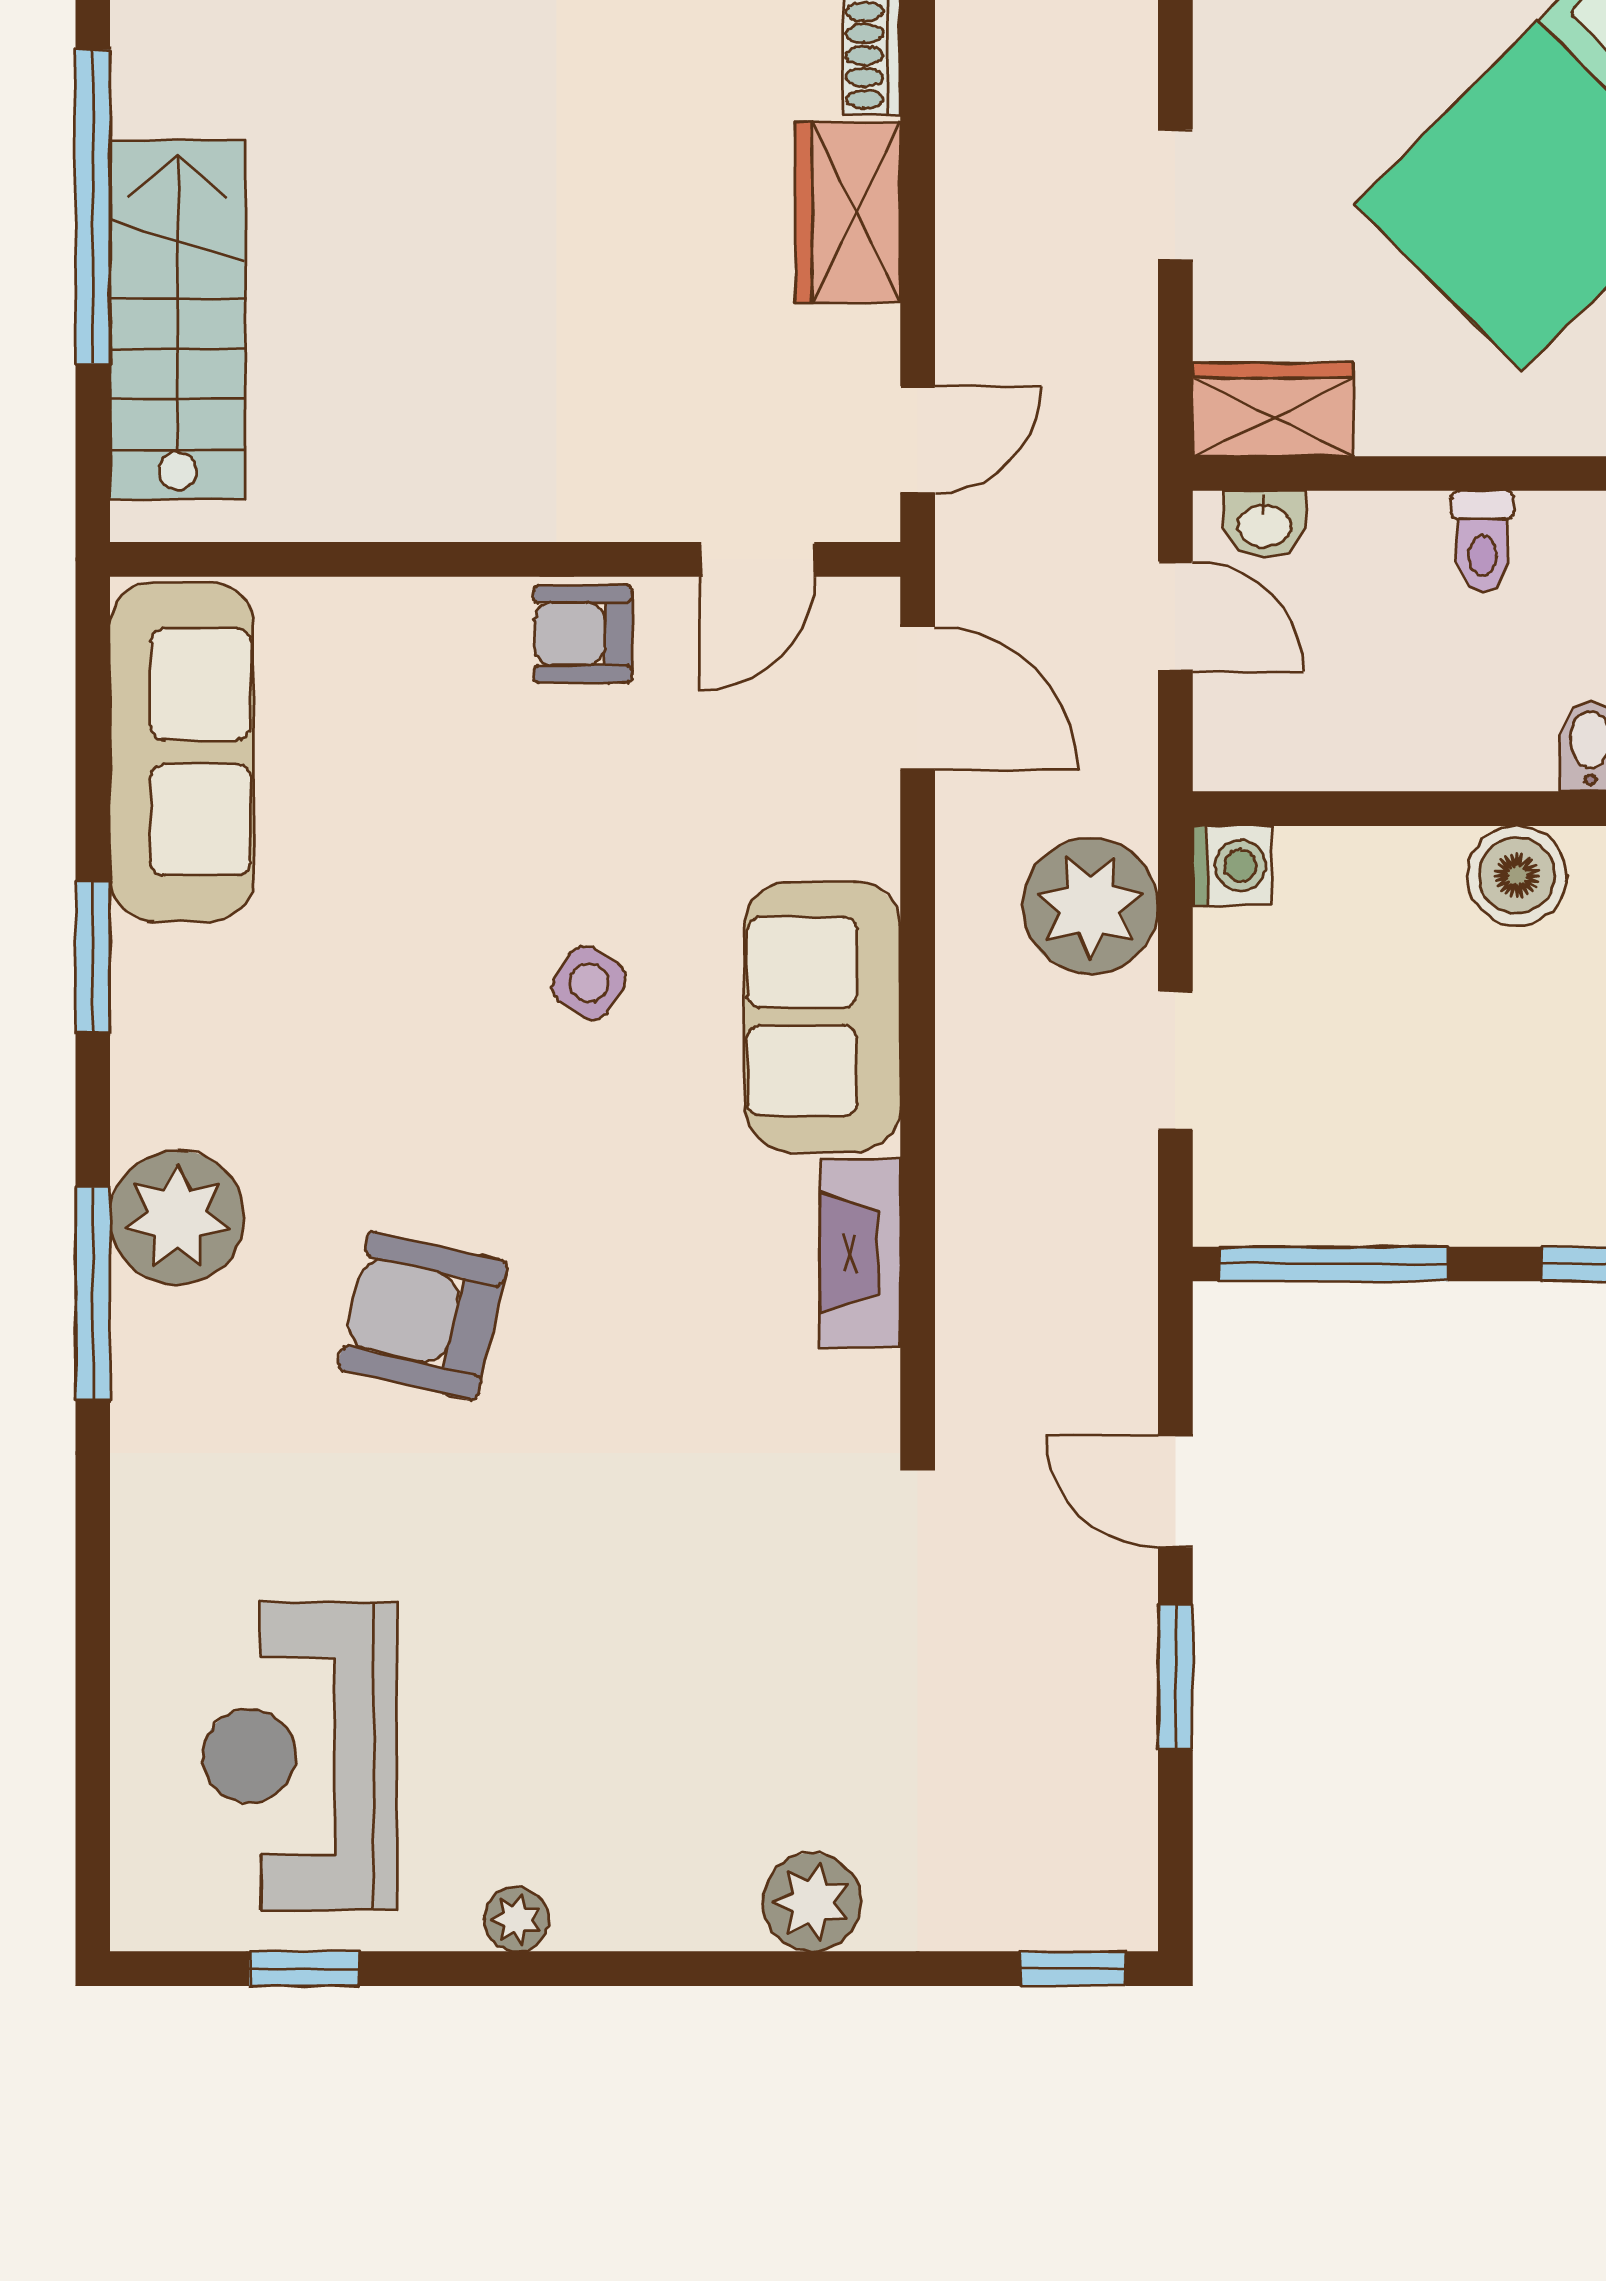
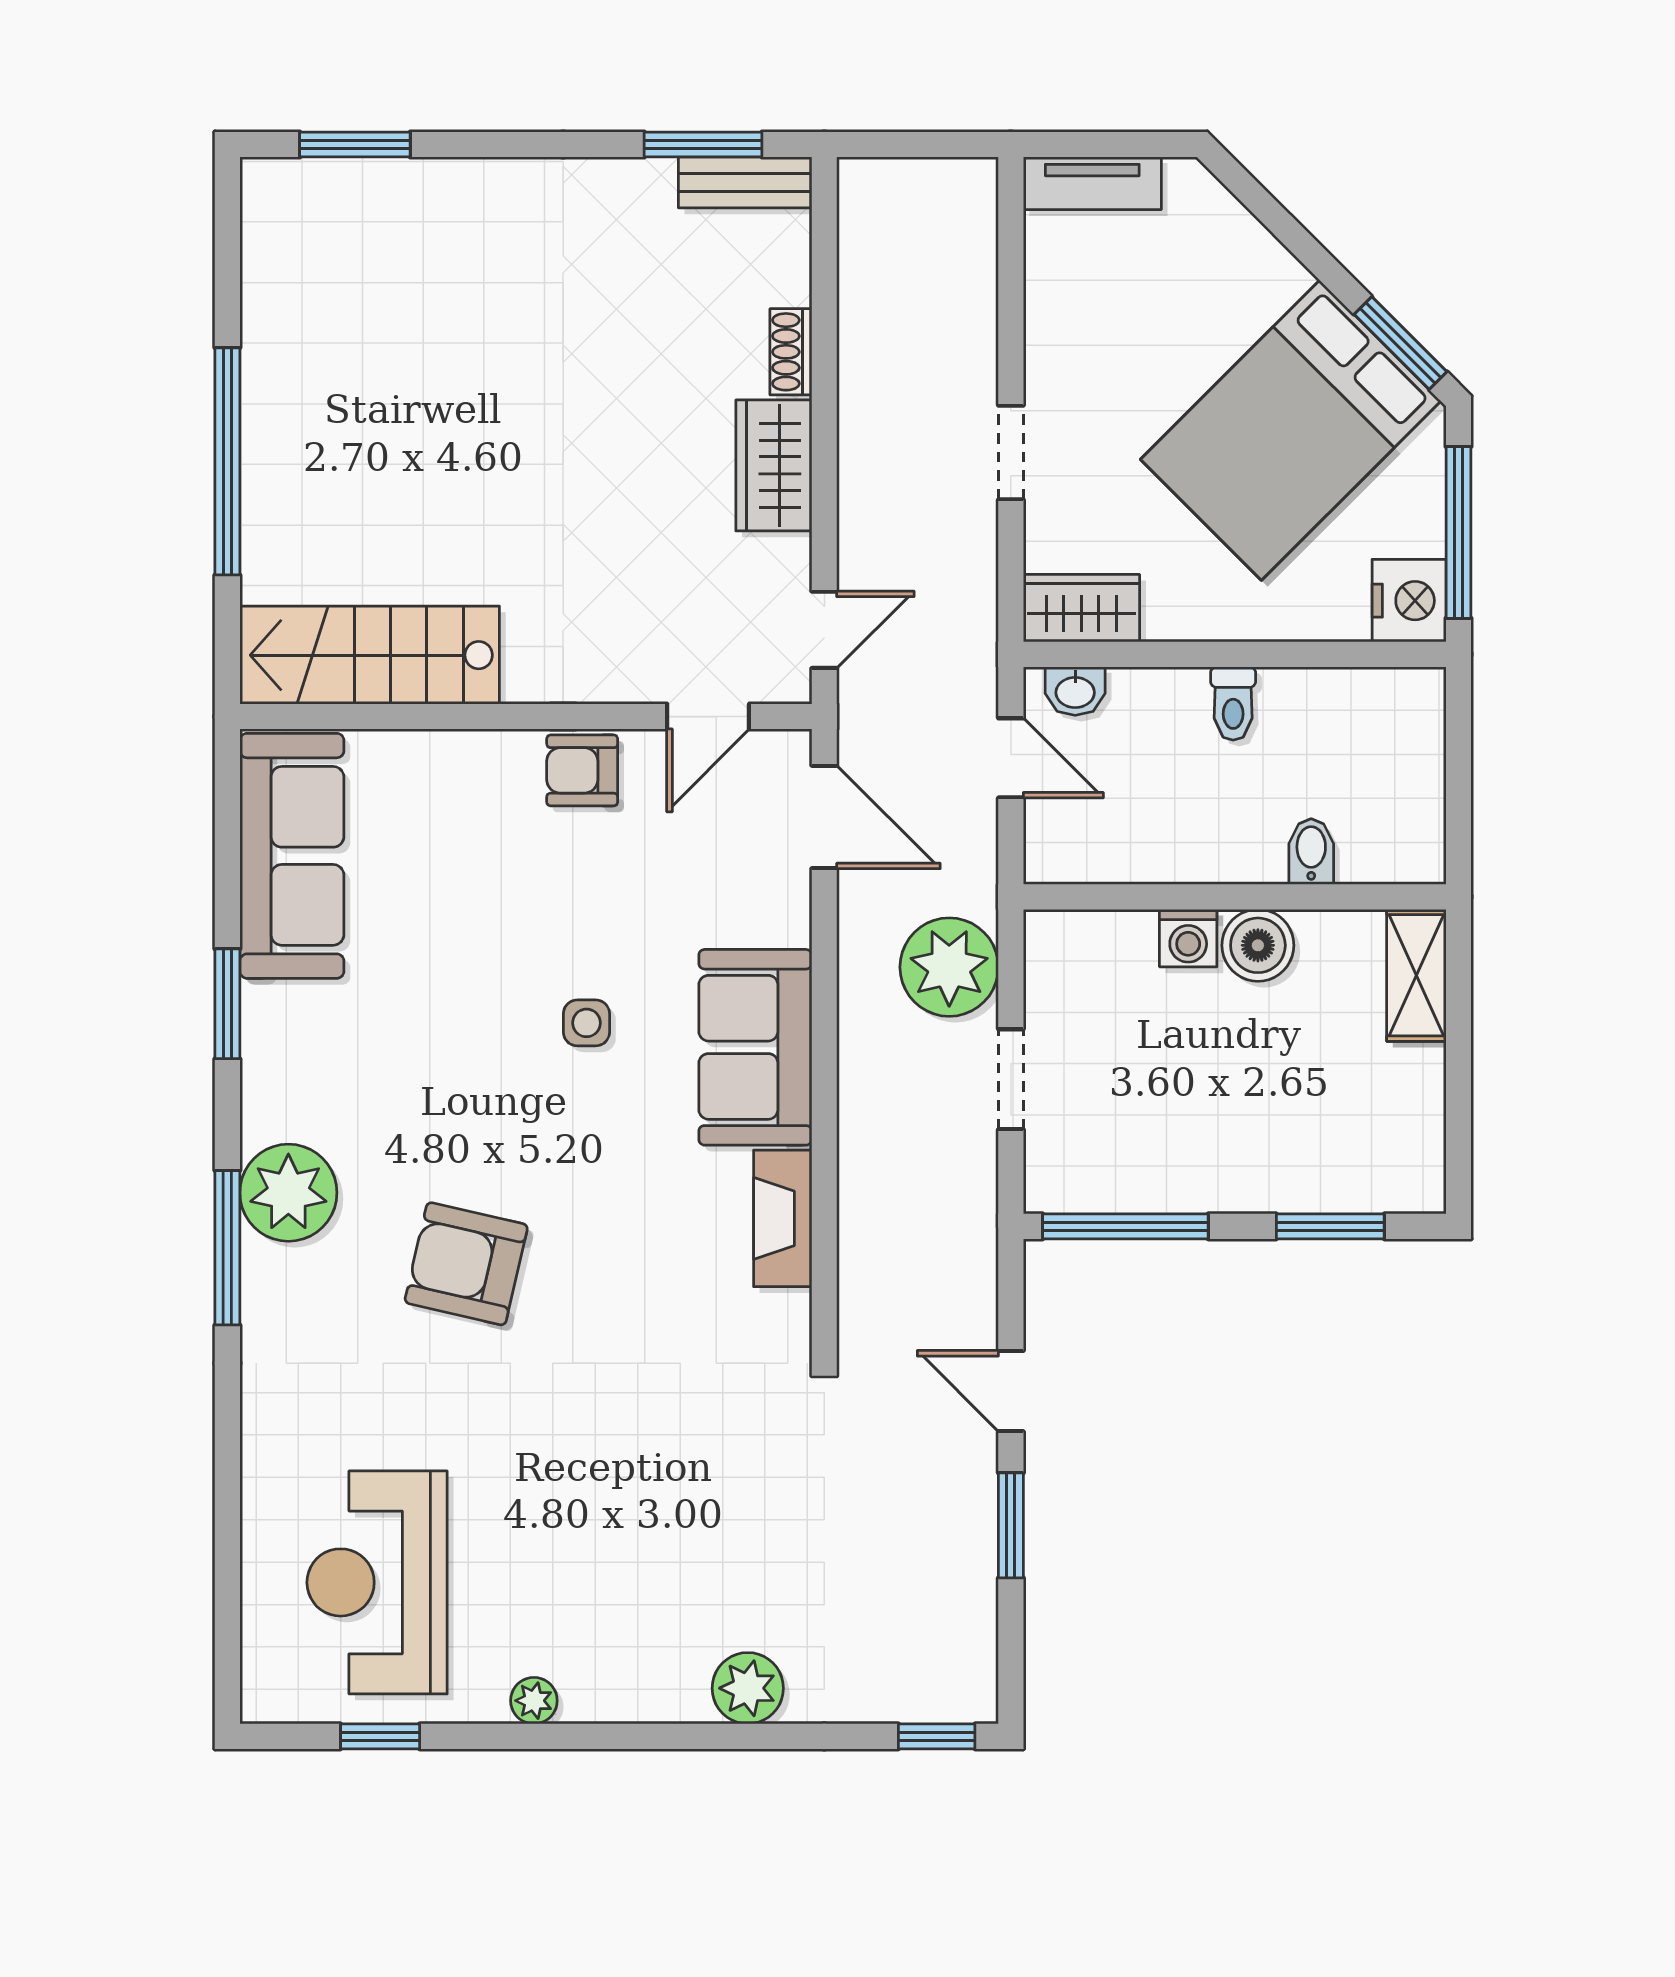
stairs: (178, 320) -> (370, 655), moved, turned -90
washing machine: (1232, 866) -> (1188, 938), moved, turned 90
side table: (589, 983) -> (586, 1023), turned -33

